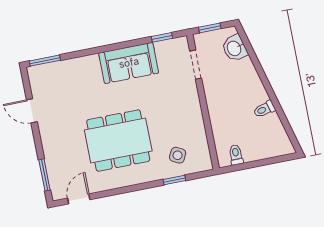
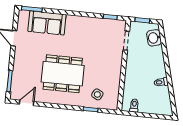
sofa: (129, 63) -> (47, 23), moved

